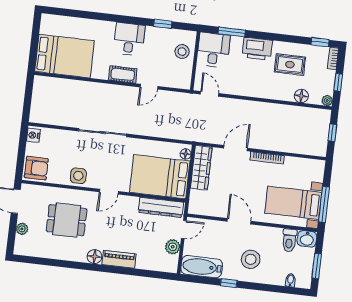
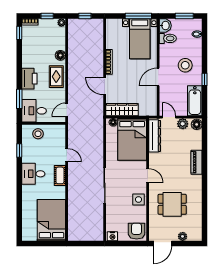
rug: (290, 65) -> (56, 77), moved
floor lamp: (301, 96) -> (60, 55), moved
dining table: (67, 220) -> (172, 204), turned 90
floor lamp: (95, 257) -> (197, 124), moved

